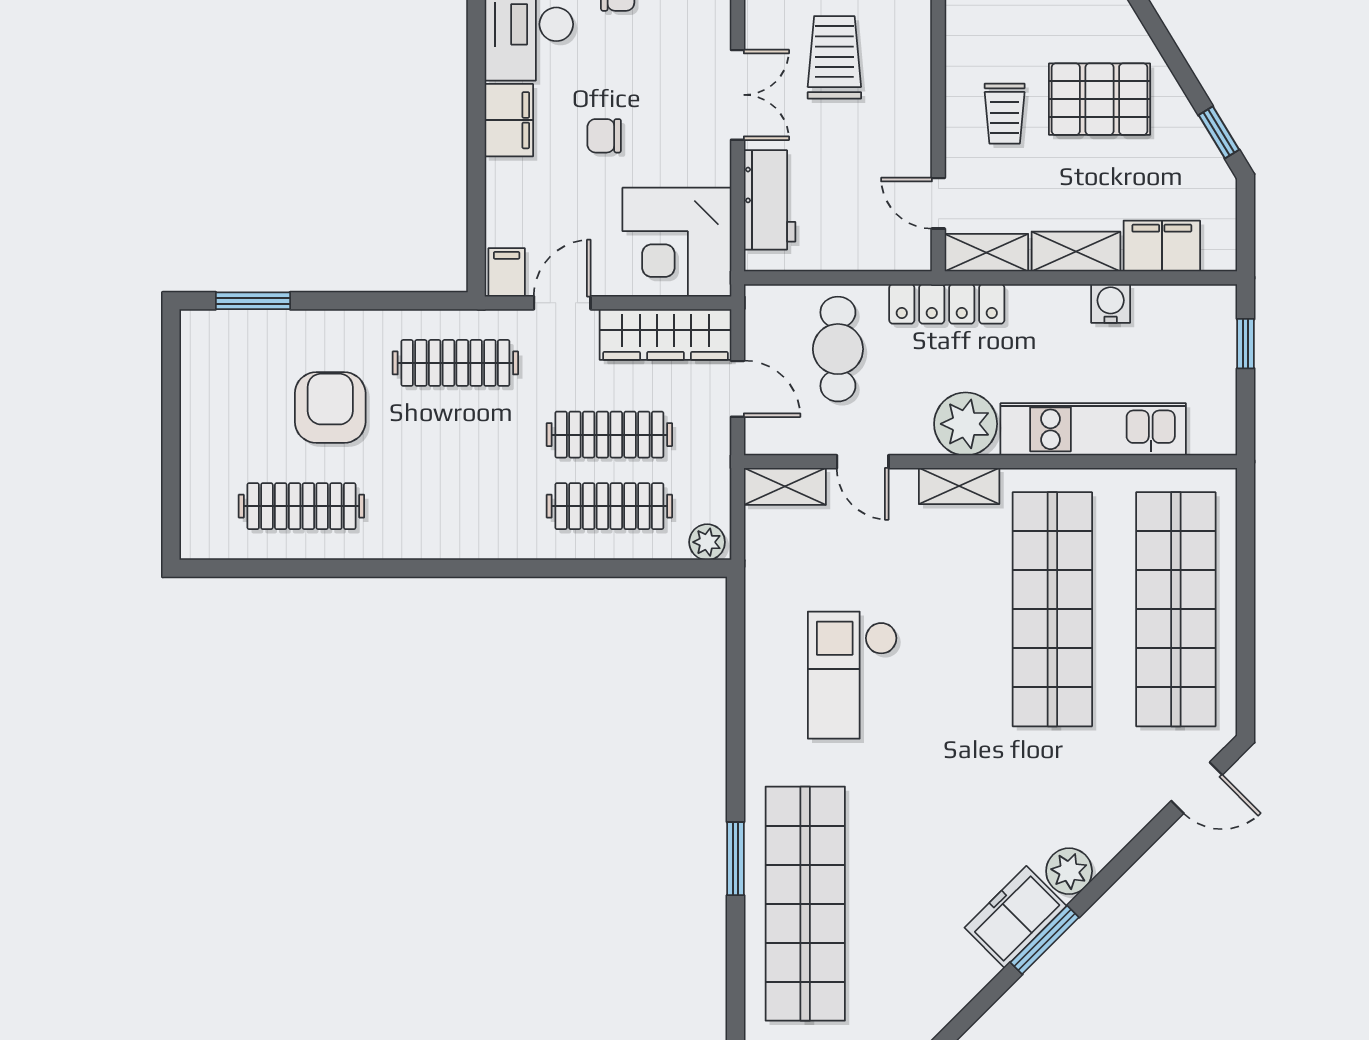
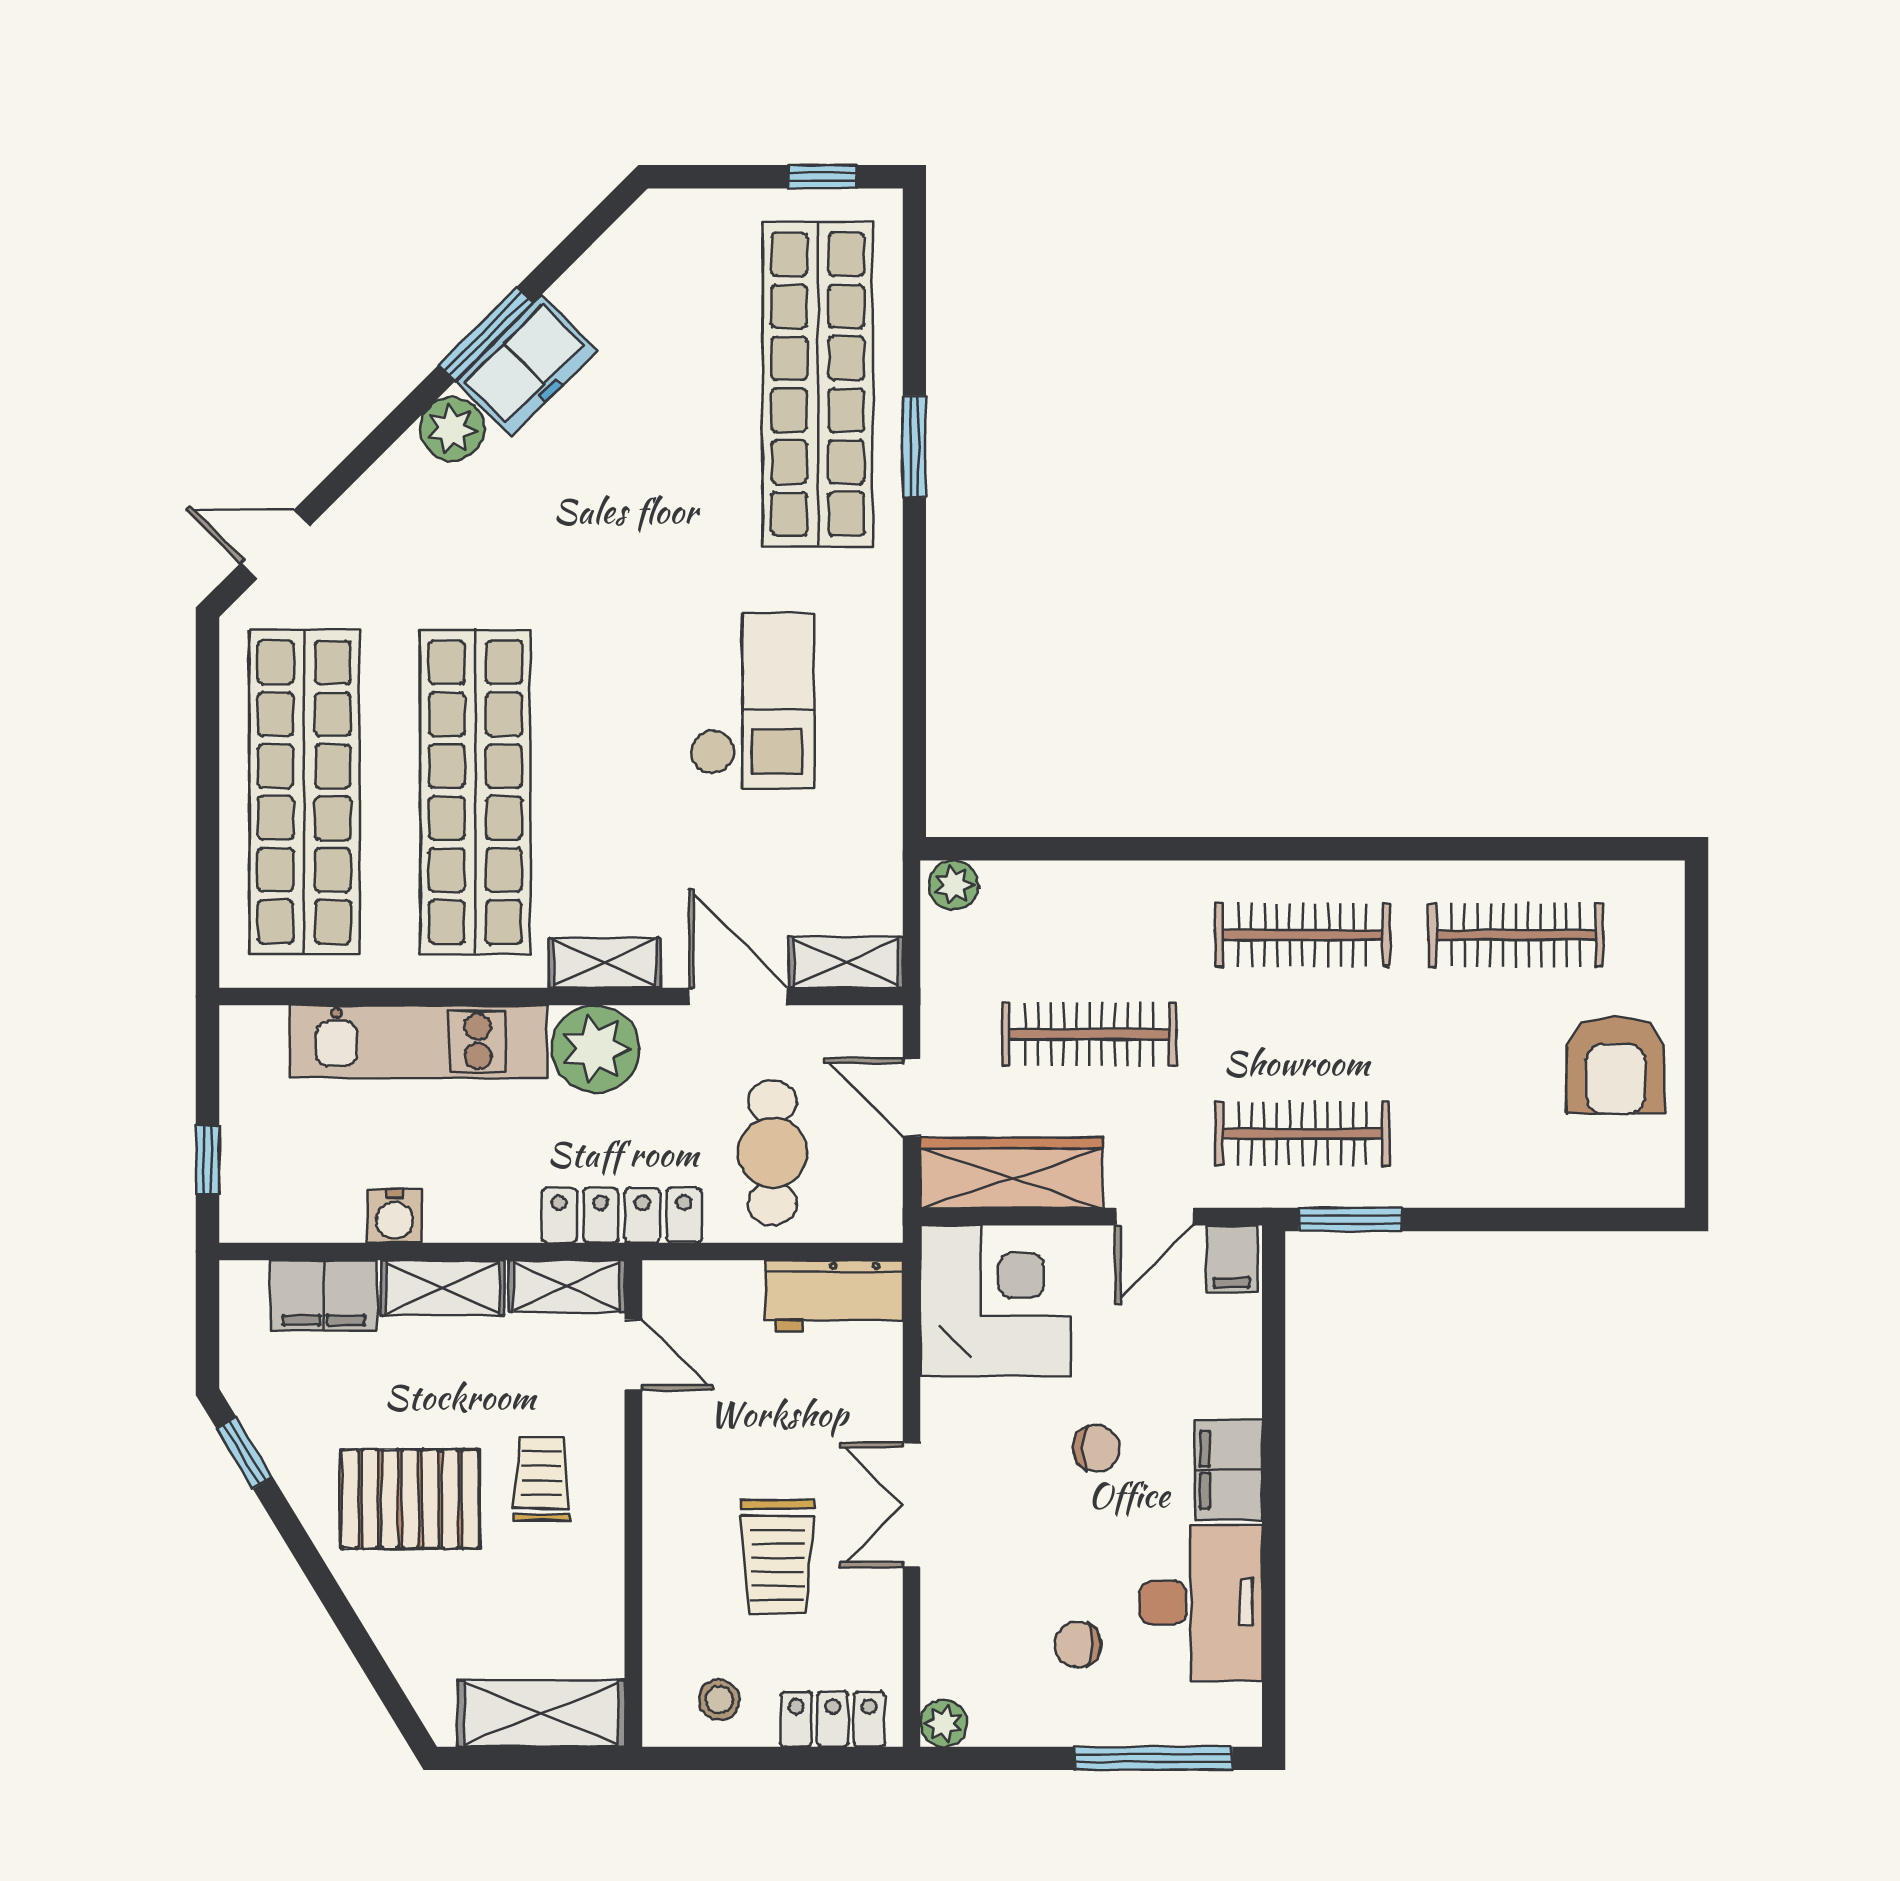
workbench: (770, 200) -> (834, 1296), moved, turned -90
window: (253, 301) -> (1350, 1220), moved
armchair: (330, 407) -> (1616, 1065), moved
door: (863, 462) -> (738, 997), width x1.38
clothes rail: (609, 506) -> (1303, 935), moved

